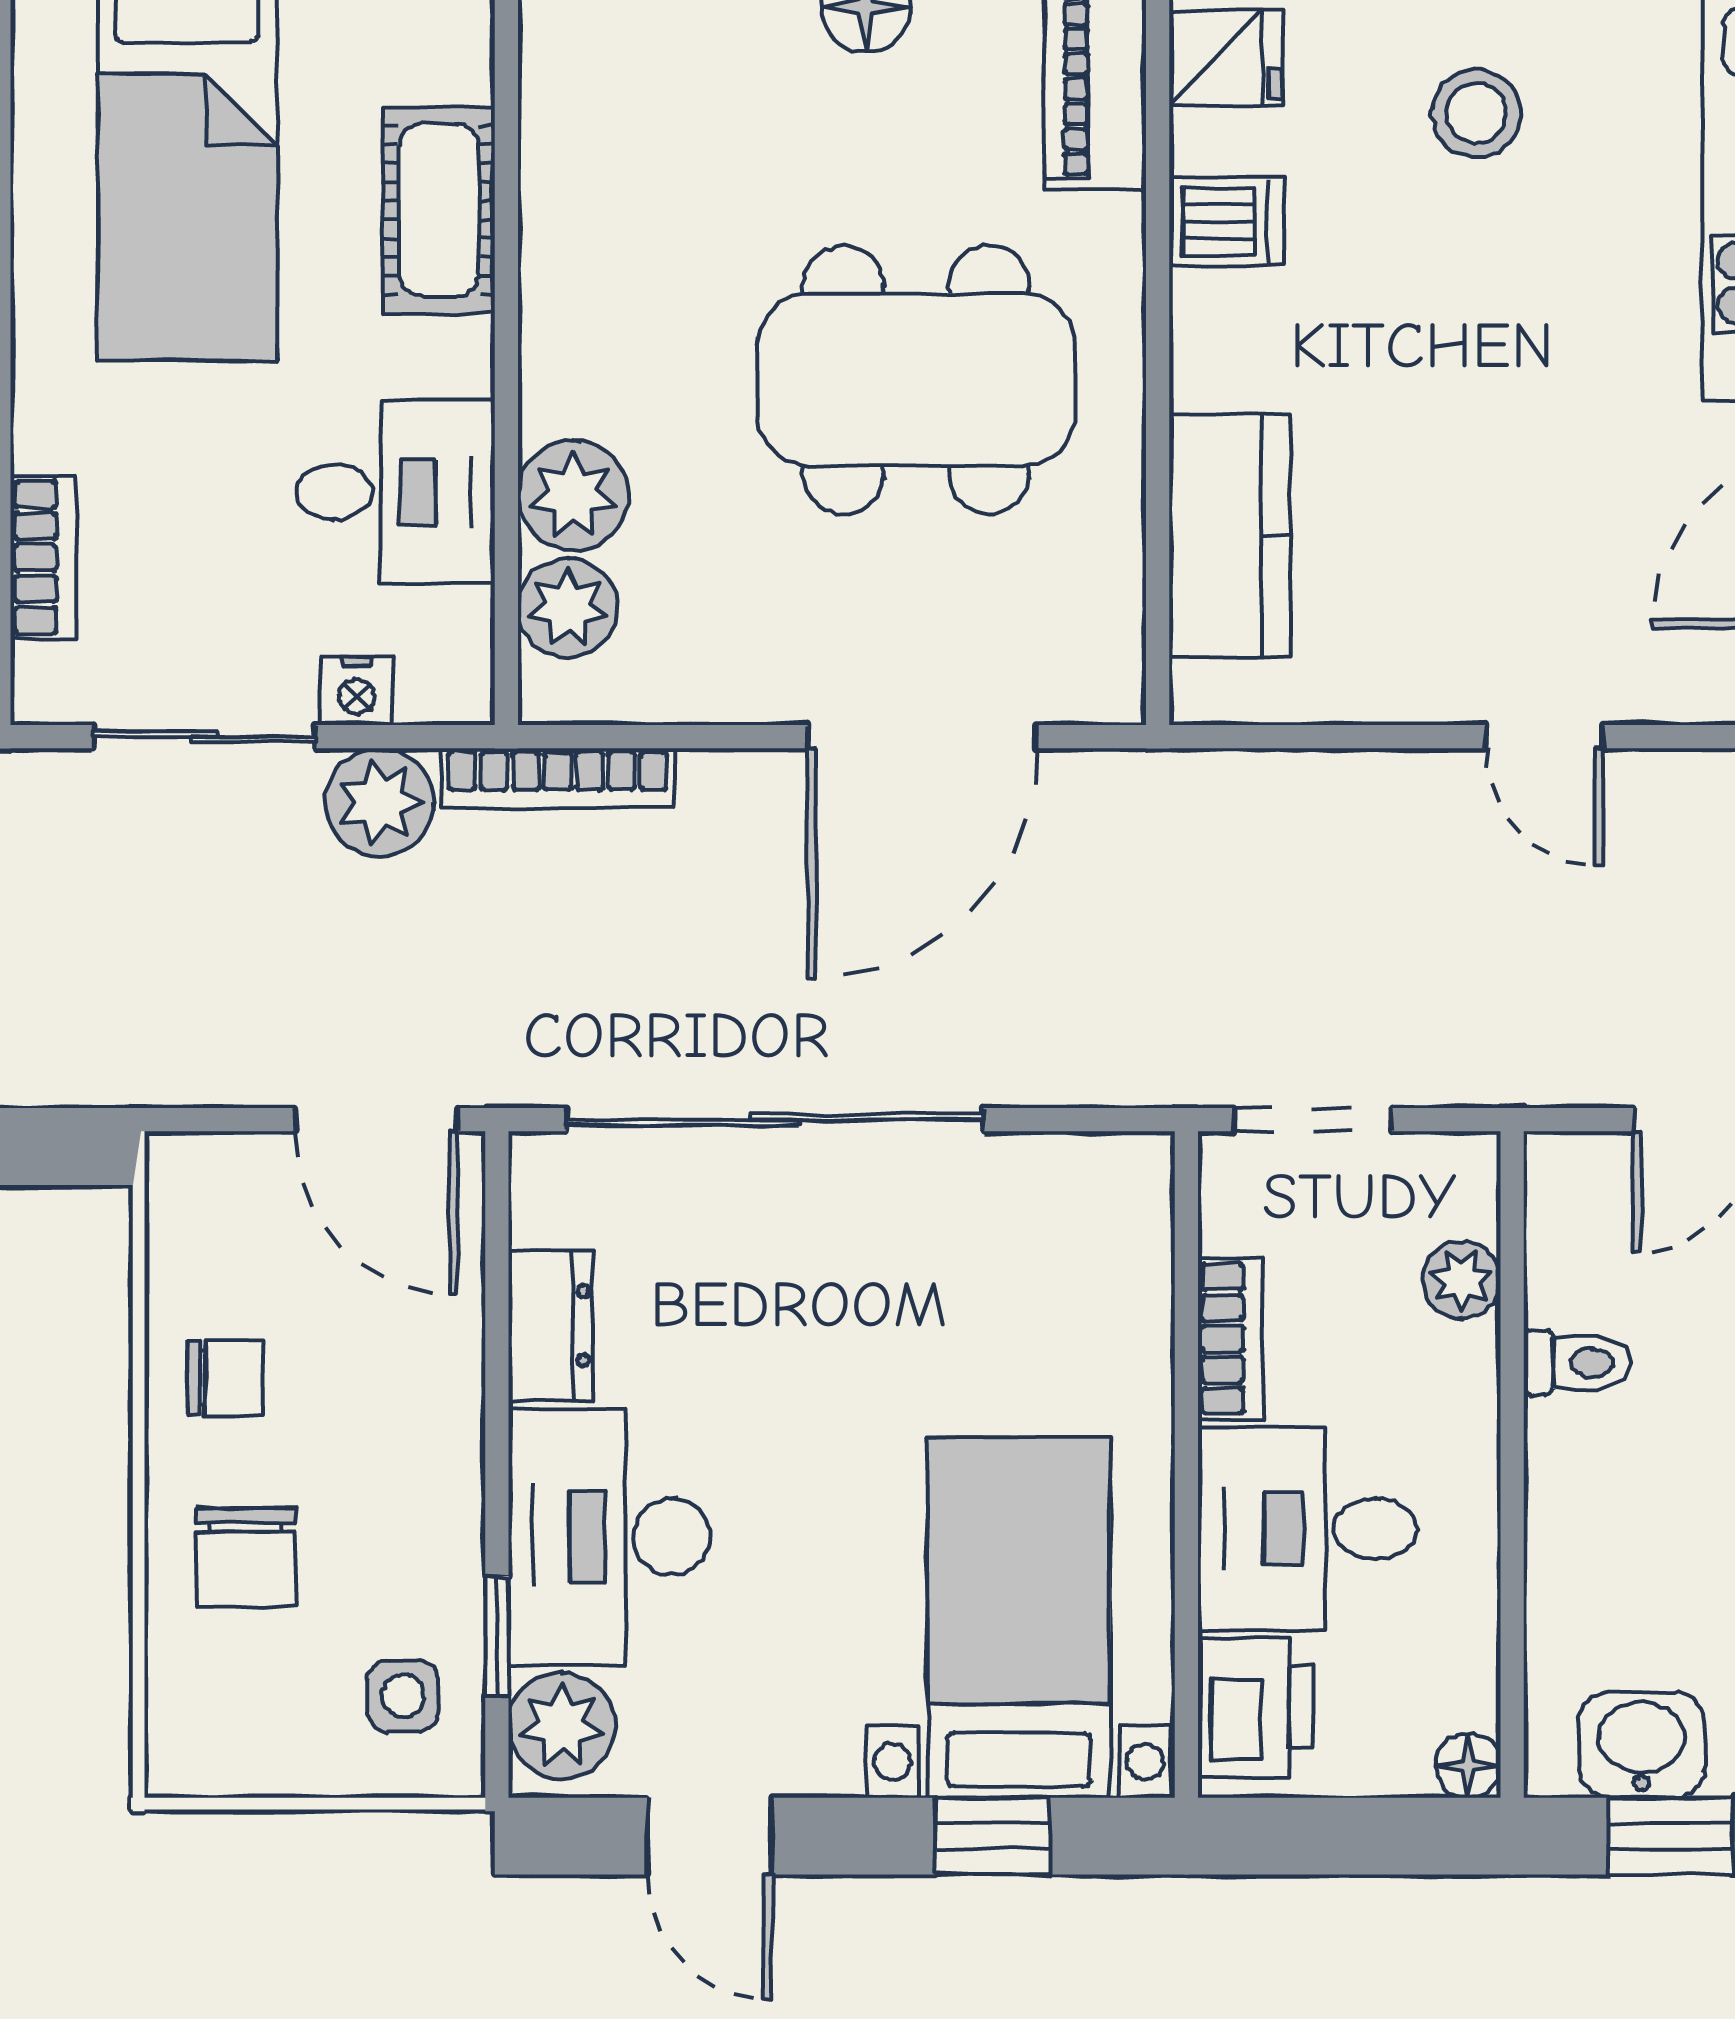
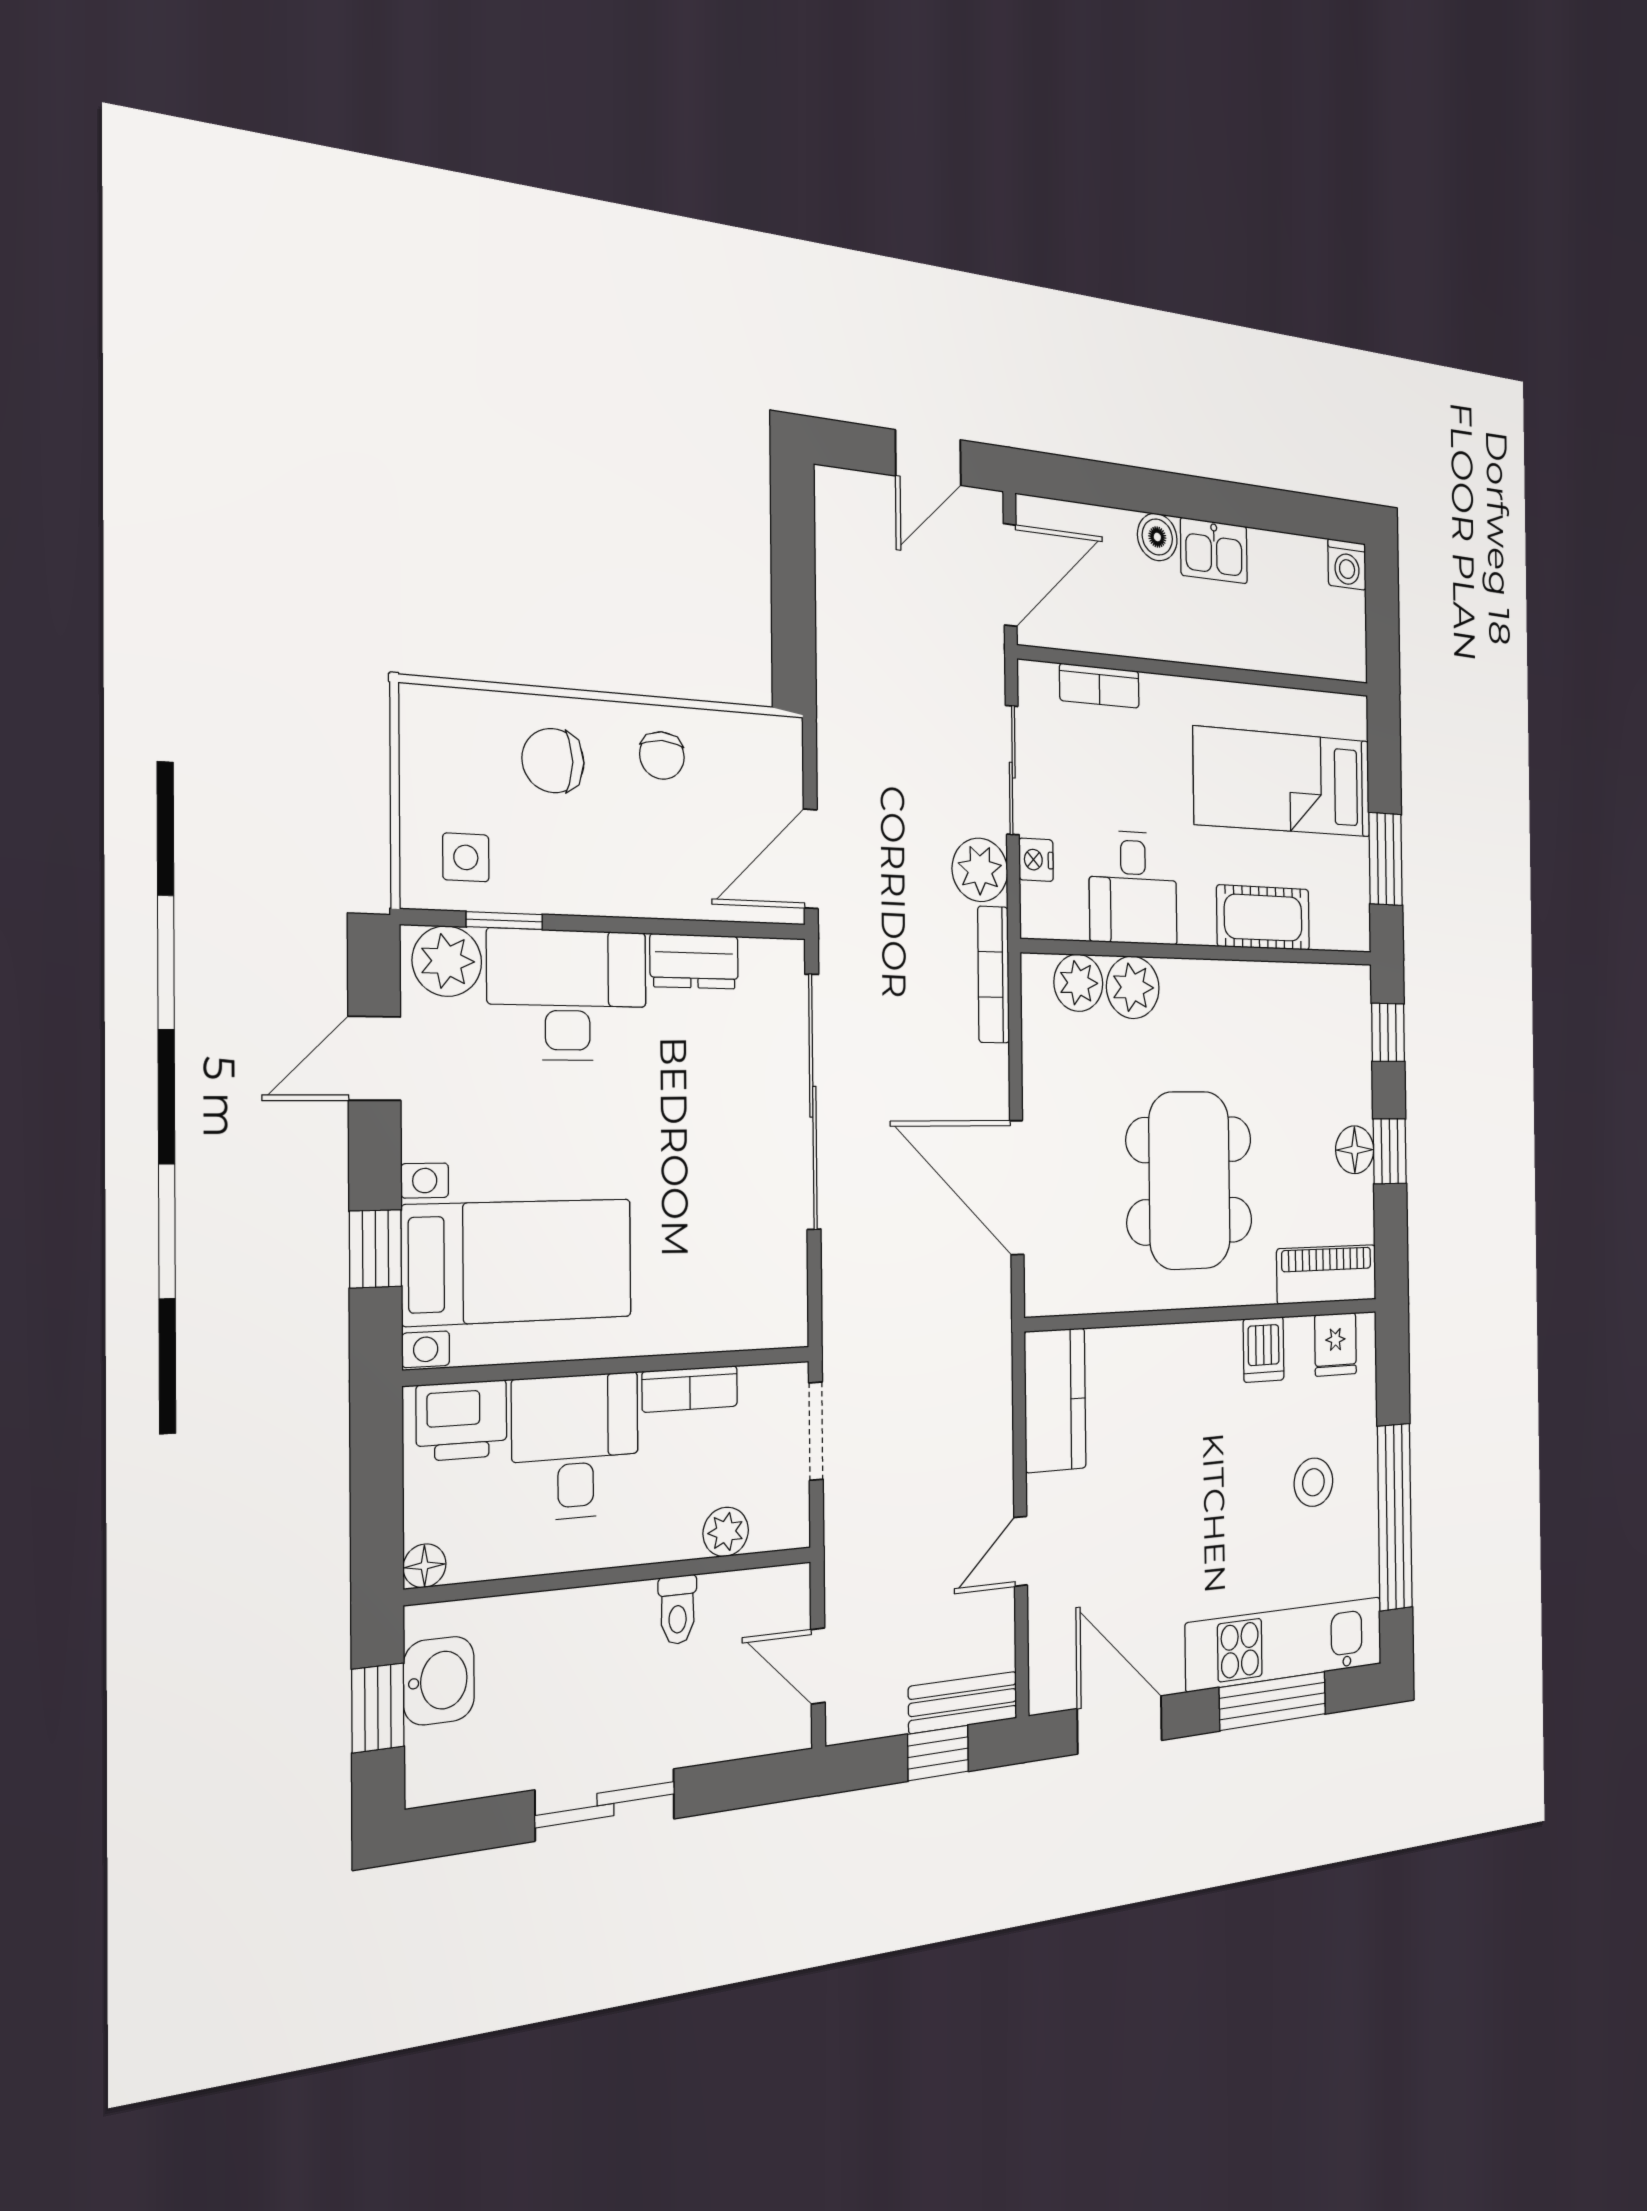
kitchen counter: (1230, 536) -> (1055, 1400), moved, turned -90

